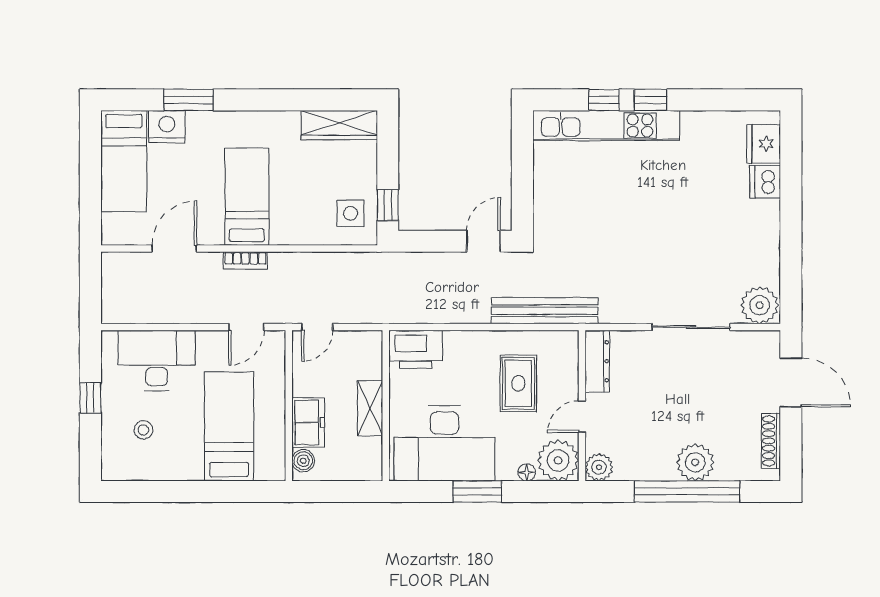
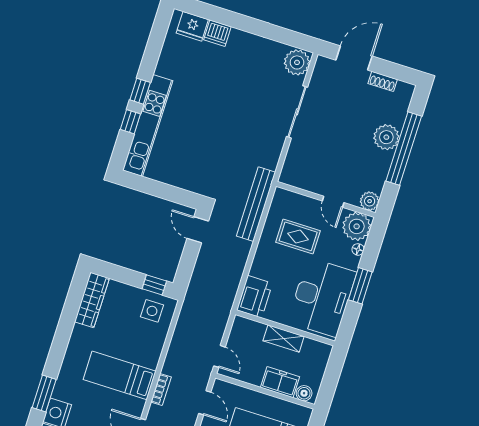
dresser: (597, 361) -> (300, 180), removed
shoe rack: (771, 441) -> (383, 81), width x0.70

